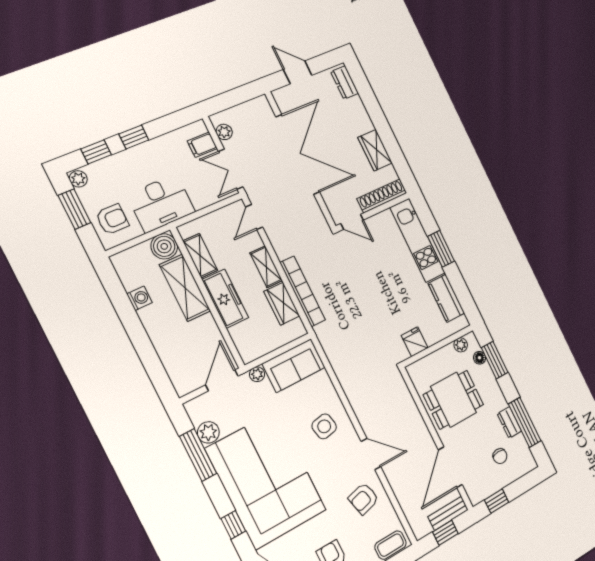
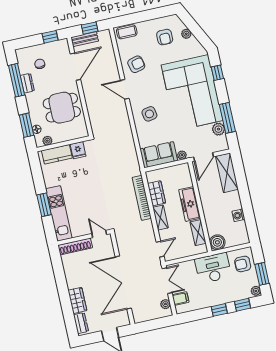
wardrobe: (375, 150) -> (77, 300), moved
shelving: (185, 288) -> (227, 173), moved
kitchen counter: (446, 298) -> (57, 154), moved, turned 90

